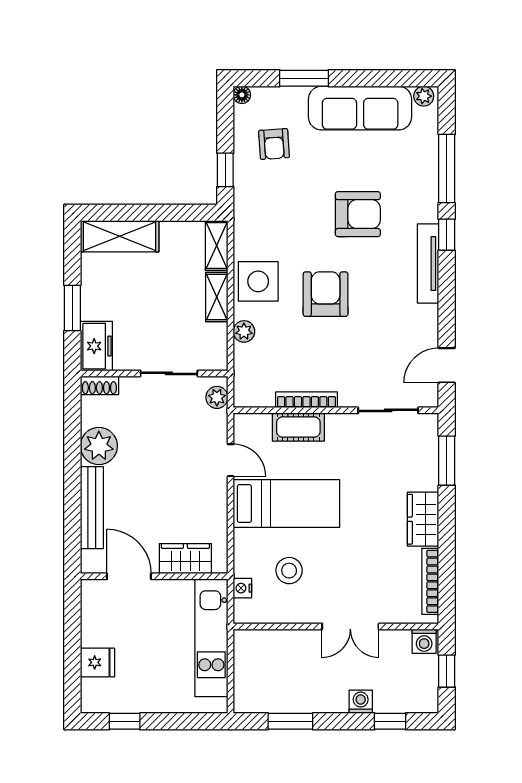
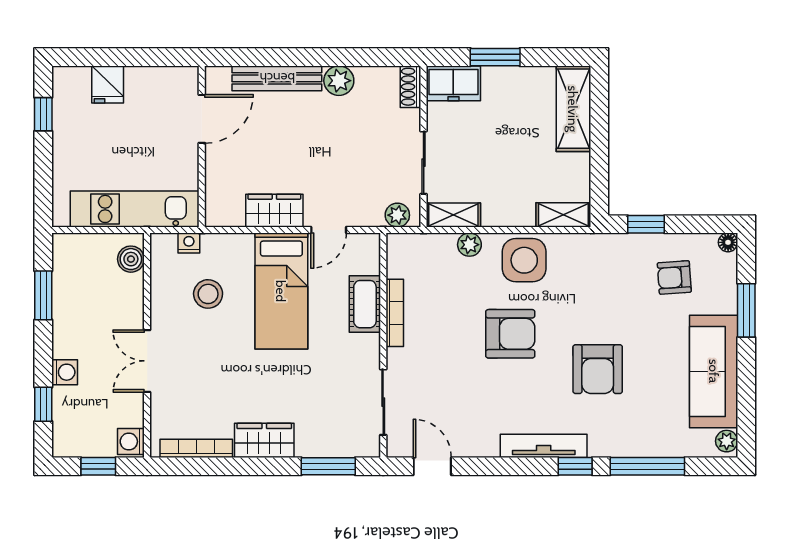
shelving: (217, 297) -> (453, 215), moved
plant: (99, 446) -> (339, 81), width x0.73, depth x0.73
wardrobe: (185, 559) -> (274, 211), moved, turned -90
boiler: (257, 641) -> (131, 259), added

